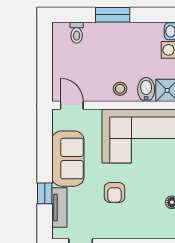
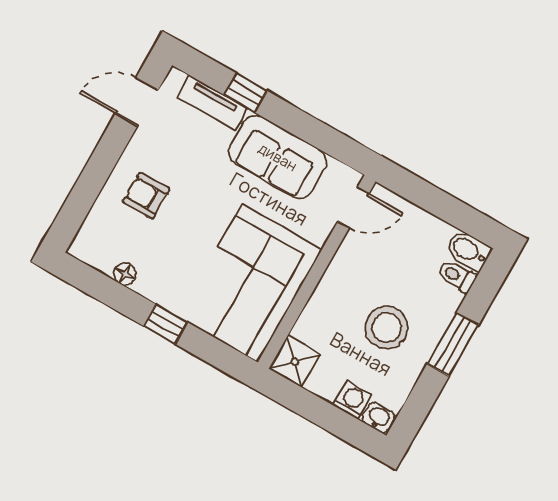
stool: (120, 89) -> (386, 327), moved, width x1.89, depth x1.89
bidet: (146, 89) -> (468, 251), moved, turned 180
armchair: (114, 193) -> (146, 196), moved

